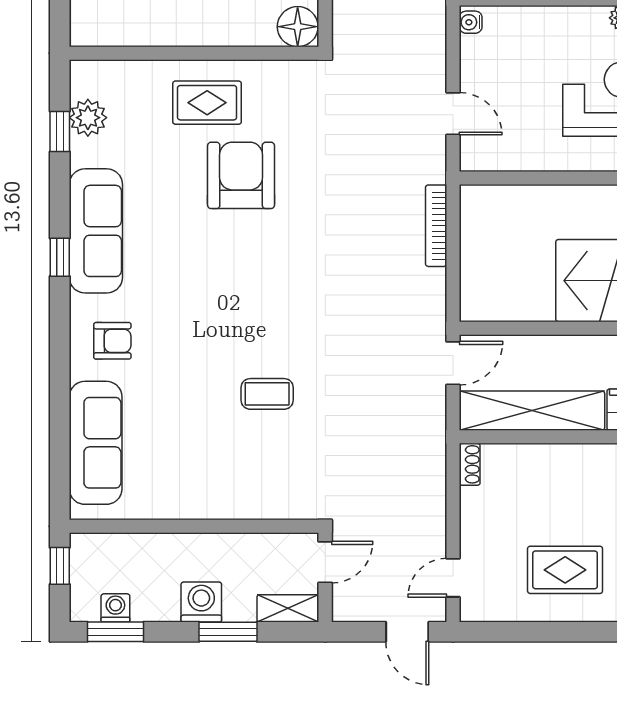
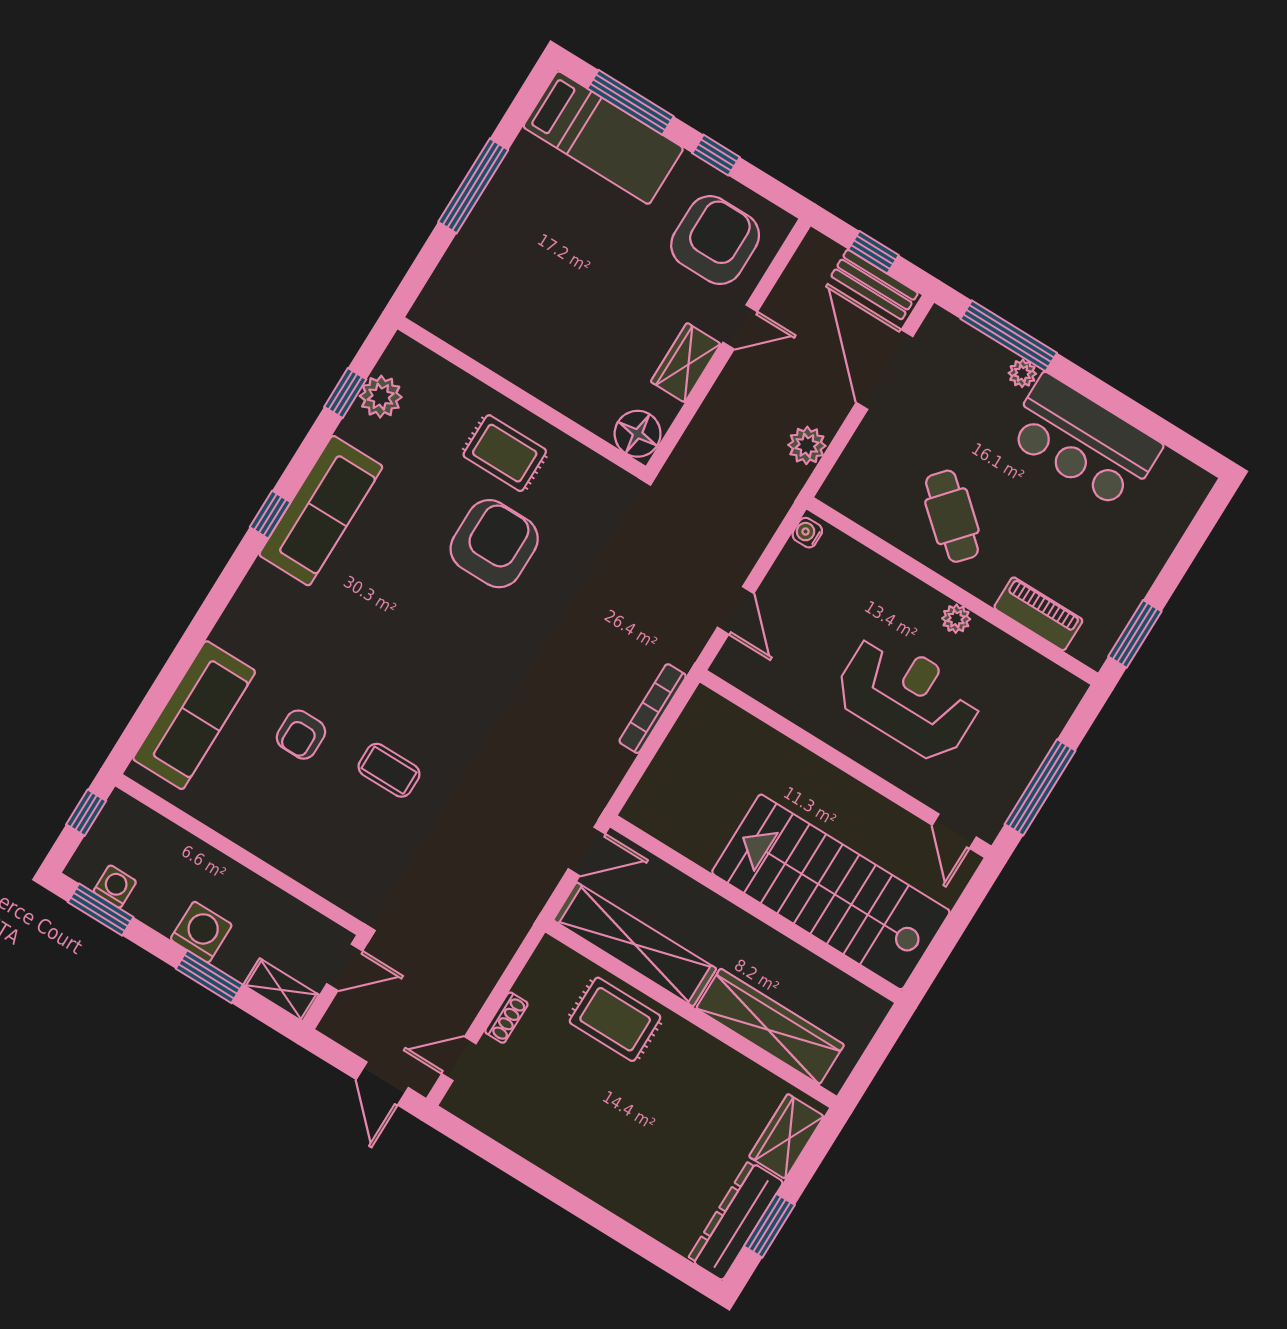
armchair: (112, 341) -> (301, 735), moved, turned 90
shoe rack: (470, 464) -> (506, 1018), moved
rug: (565, 570) -> (615, 1019), moved

